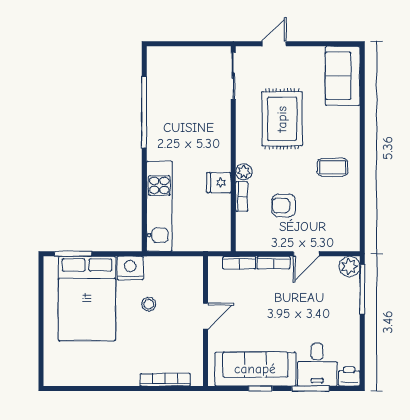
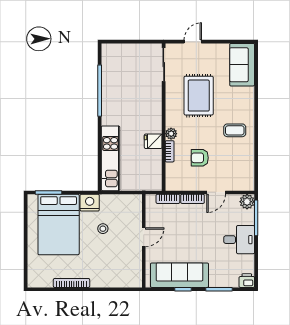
desk: (317, 365) -> (239, 240), moved, turned -90
bookcase: (165, 380) -> (72, 283), moved

